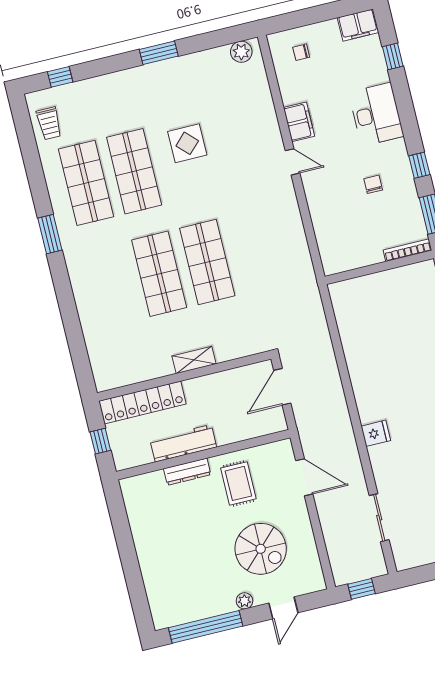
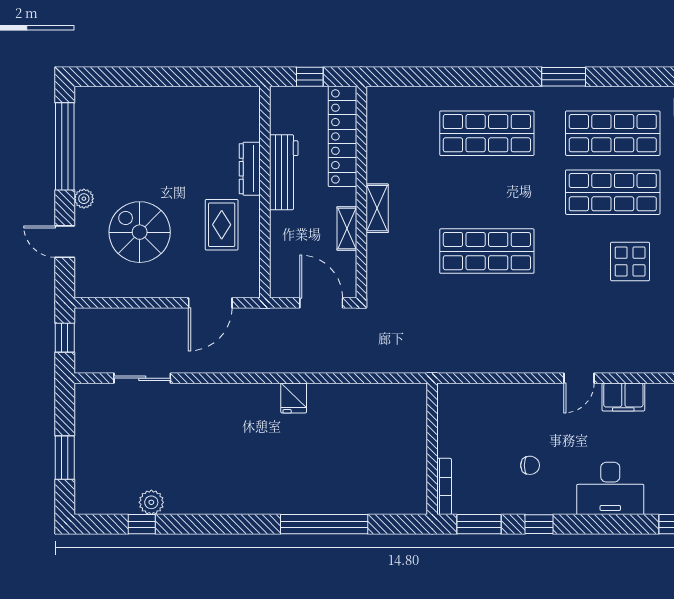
shop shelf: (159, 274) -> (487, 133), moved
shelving: (217, 381) -> (347, 228), added
fridge: (376, 433) -> (294, 398), moved
rug: (238, 483) -> (222, 225), turned 90
spiral stairs: (261, 549) -> (140, 232), turned 90

